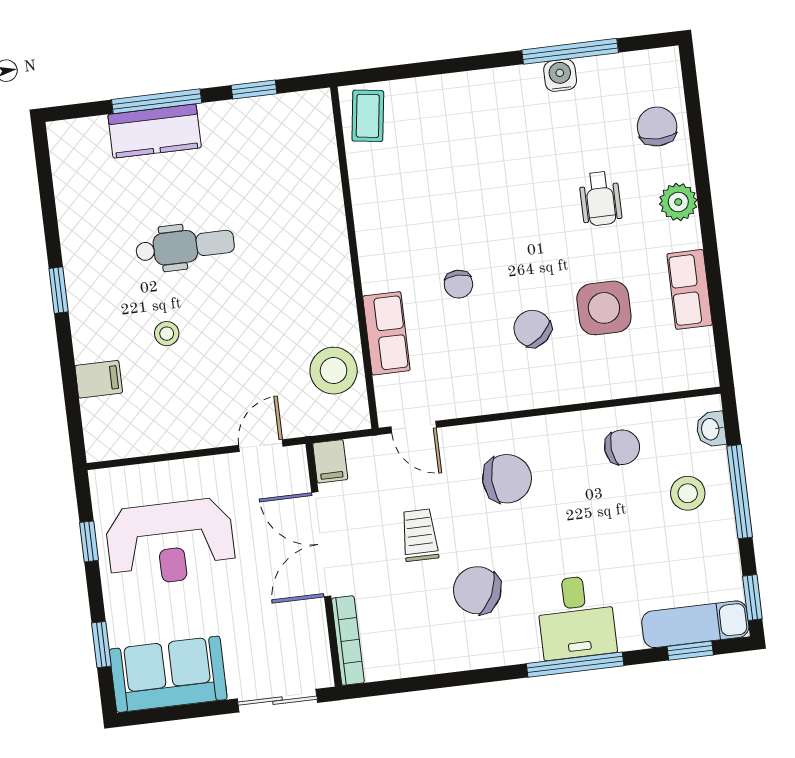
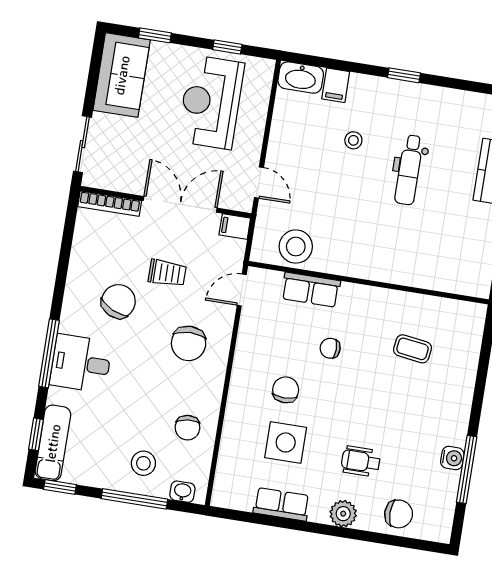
coffee table: (368, 116) -> (412, 349), moved
chair: (532, 329) -> (286, 390), turned -49
washbasin: (102, 430) -> (301, 78), added

